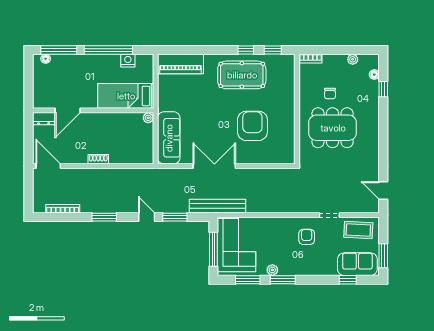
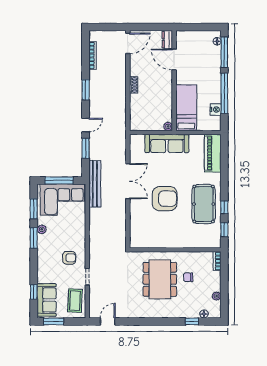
armchair: (252, 126) -> (165, 199), moved
sofa: (169, 138) -> (167, 143), moved

